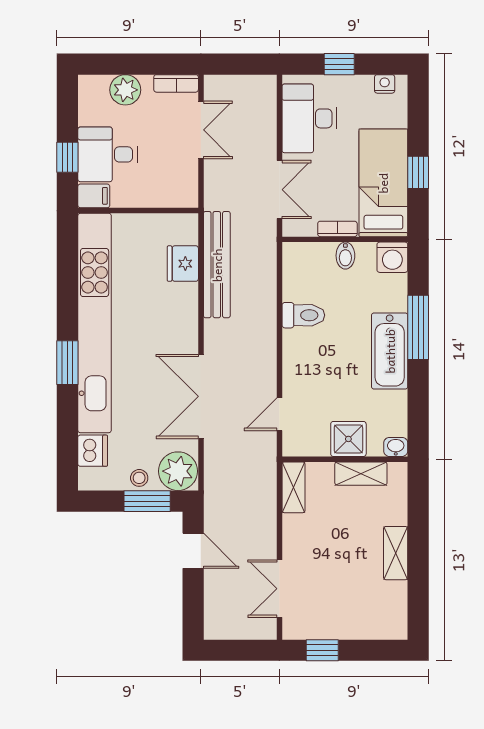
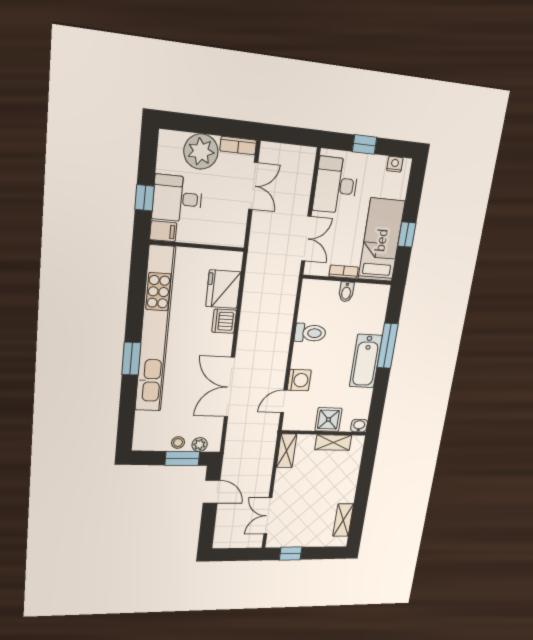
plant: (125, 90) -> (201, 152), width x1.36, depth x1.36
washing machine: (392, 257) -> (299, 380), moved, turned -90
fridge: (183, 264) -> (223, 289), width x1.36, depth x1.34
bench: (217, 265) -> (253, 292), removed
dishwasher: (93, 451) -> (224, 321), moved, turned 180
plant: (178, 471) -> (200, 445), width x0.53, depth x0.53
shelving: (396, 553) -> (343, 520), moved

